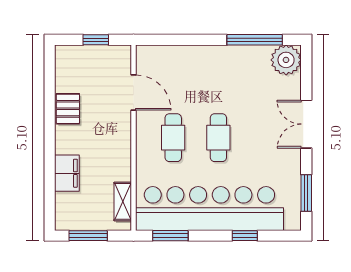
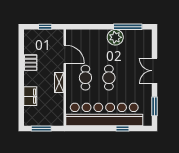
plant: (286, 60) -> (115, 37), moved
shelving: (123, 201) -> (59, 82), moved
window: (170, 236) -> (84, 129), removed

